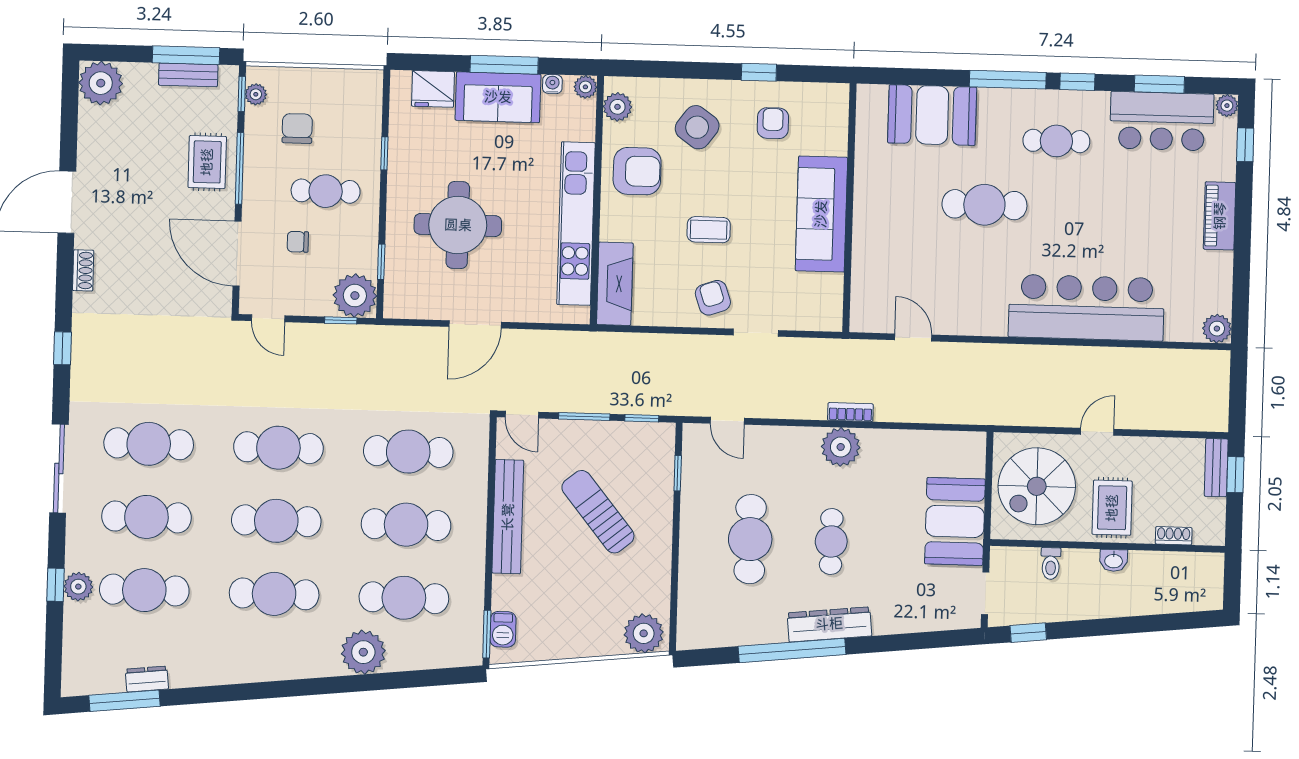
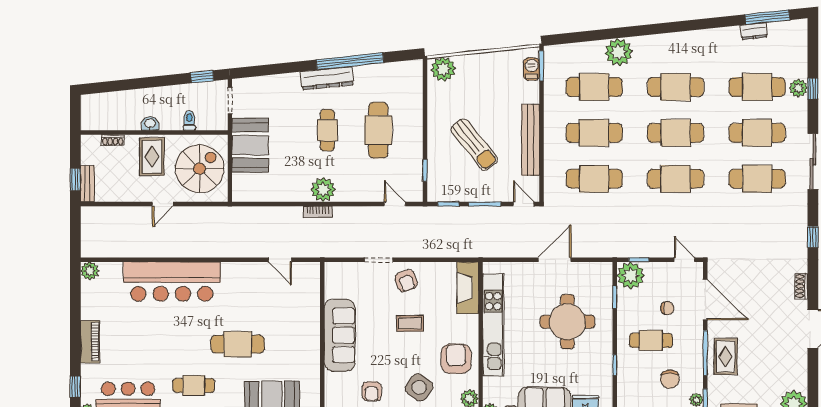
armchair: (637, 171) -> (456, 359), turned 90

